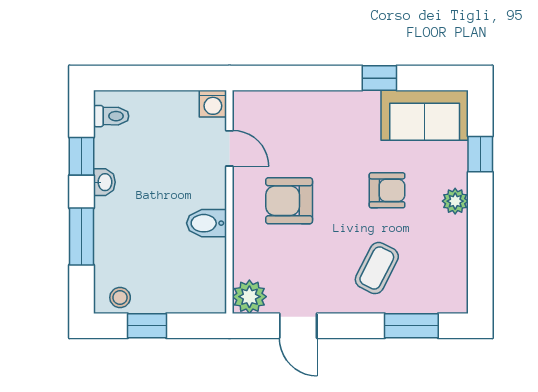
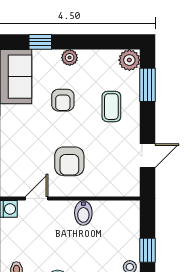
armchair: (387, 190) -> (63, 100), turned 180
coffee table: (377, 268) -> (111, 107), turned 63
plant: (249, 297) -> (129, 60), moved

